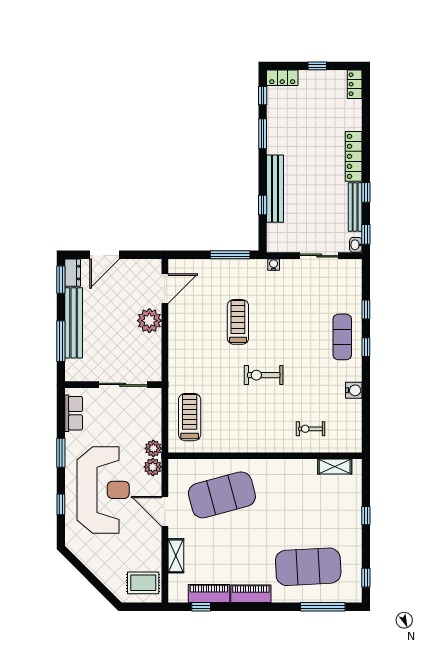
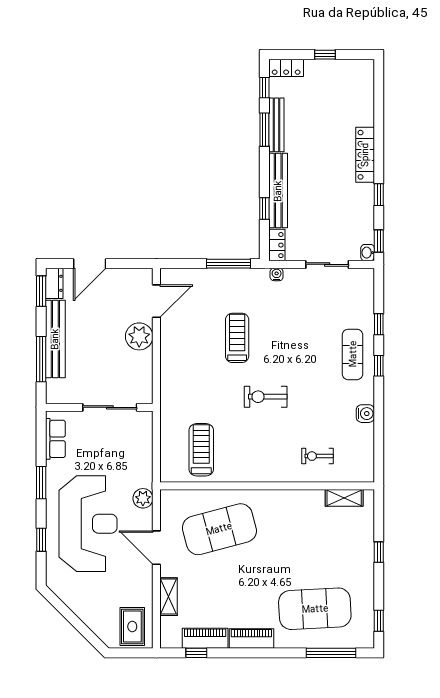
locker: (355, 84) -> (277, 245), moved, turned 180
bench: (355, 207) -> (276, 125), moved
treadmill: (190, 417) -> (201, 450), moved
plant: (153, 448) -> (144, 478), removed
rug: (143, 583) -> (132, 627), turned 90

